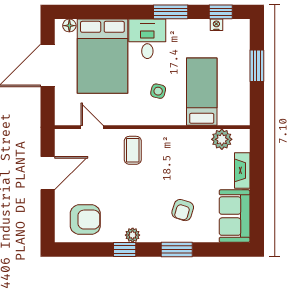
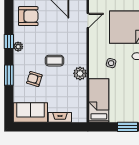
bed: (202, 92) -> (99, 101), moved, turned -90
plant: (222, 139) -> (80, 73), moved
coffee table: (133, 150) -> (54, 61), moved
armchair: (85, 220) -> (28, 16), turned -90

